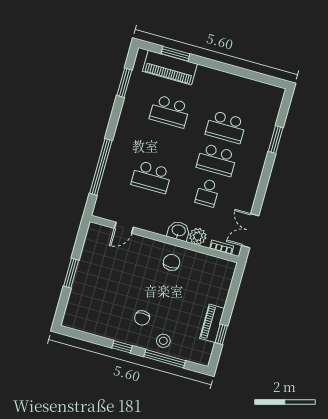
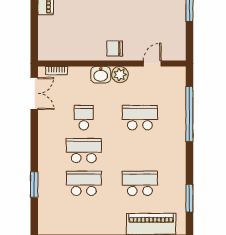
plant: (198, 236) -> (120, 75), moved
chair: (172, 262) -> (115, 49), moved, turned 90

